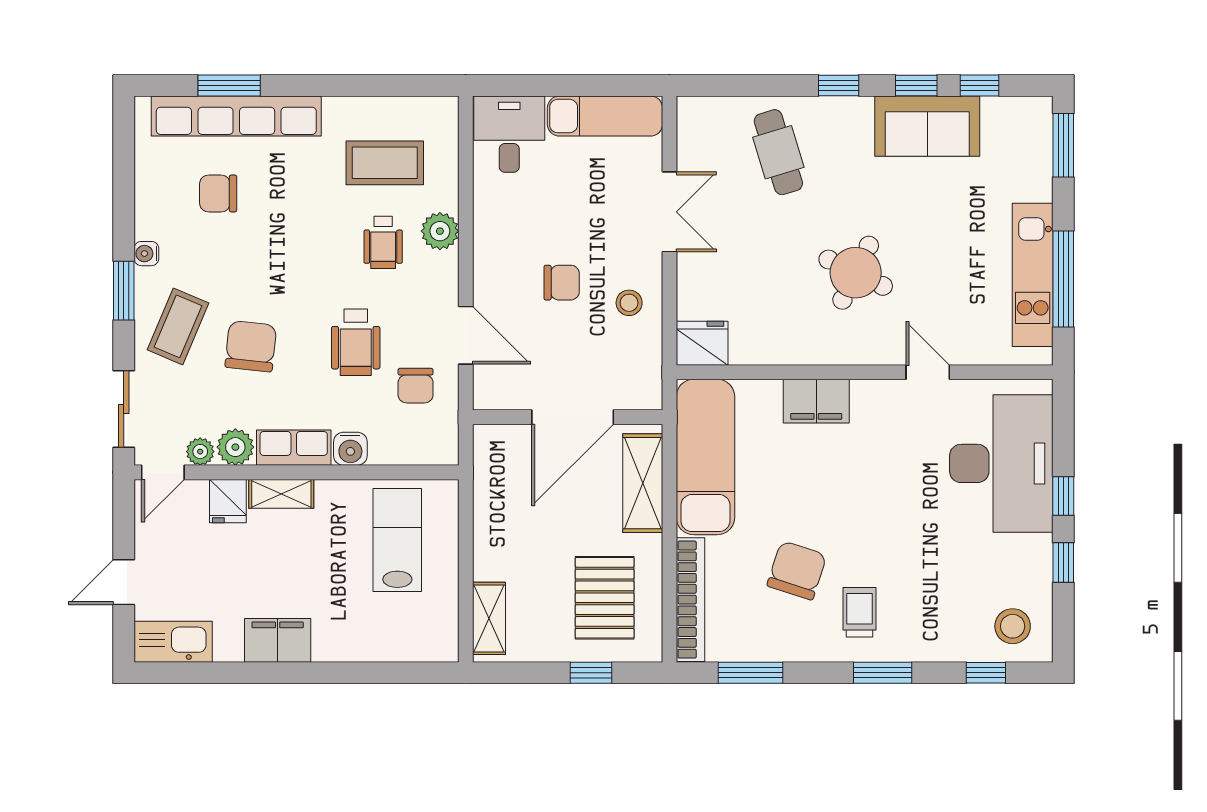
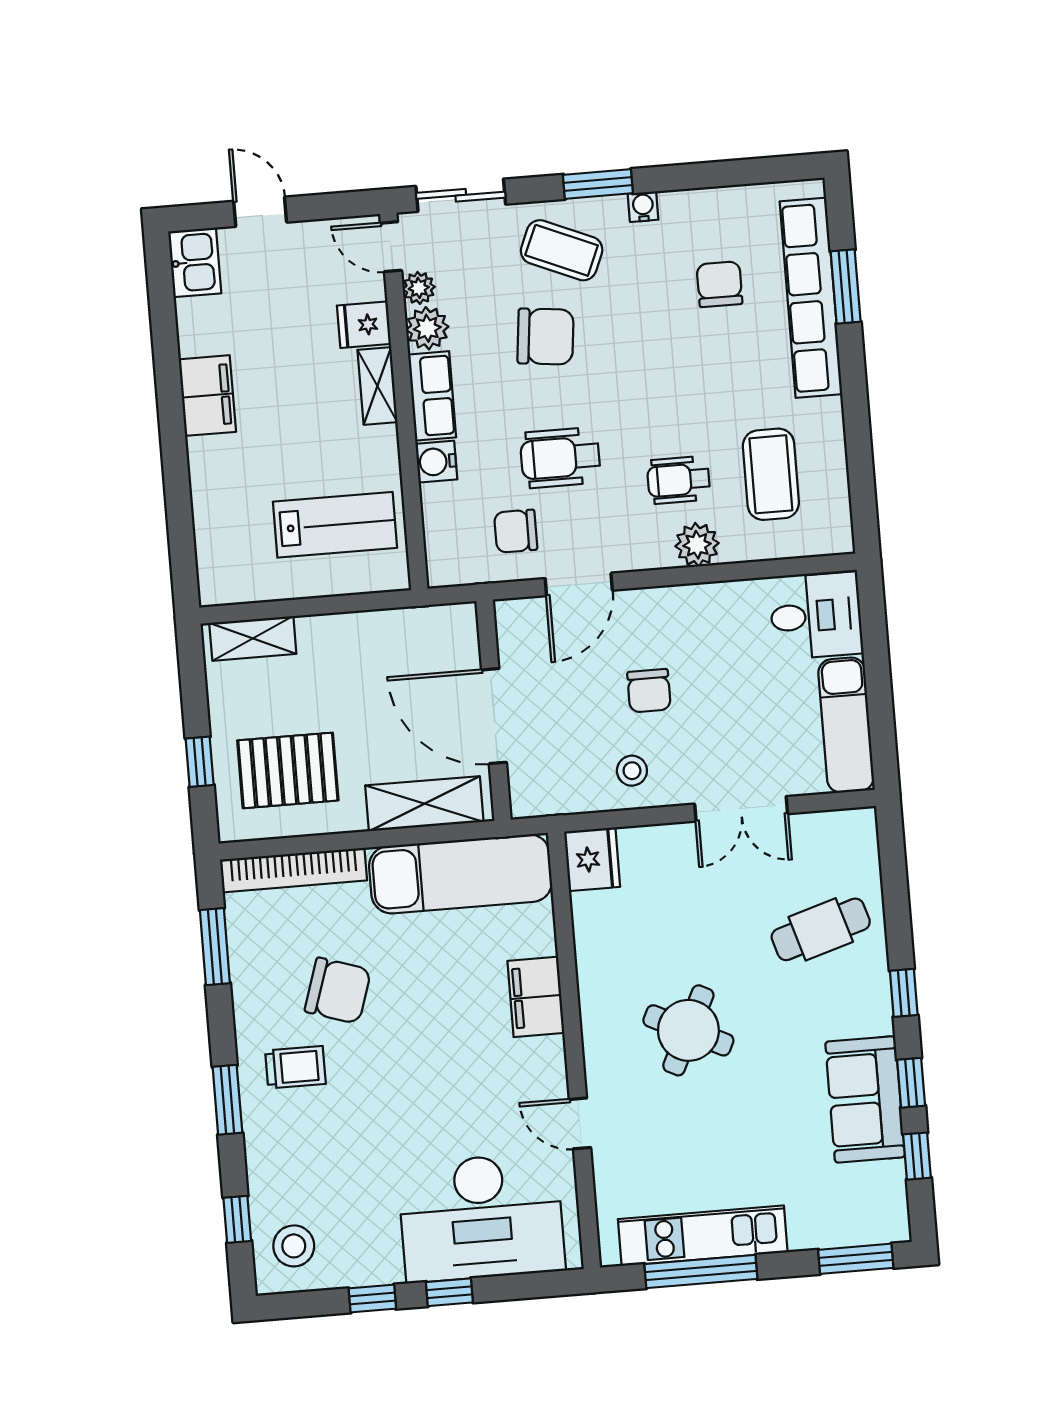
door: (928, 372) -> (580, 1123), swing flipped
kitchen sink: (173, 642) -> (195, 262), width x0.73

